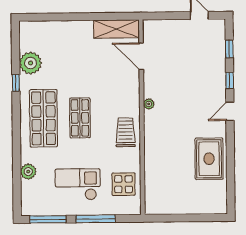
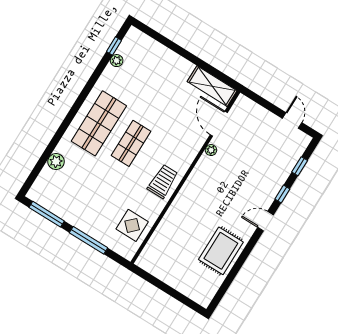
plant: (30, 63) -> (117, 61), width x0.53, depth x0.53
window: (16, 83) -> (114, 46), moved
plant: (149, 104) -> (211, 150), moved
checkout: (78, 184) -> (92, 200), removed

